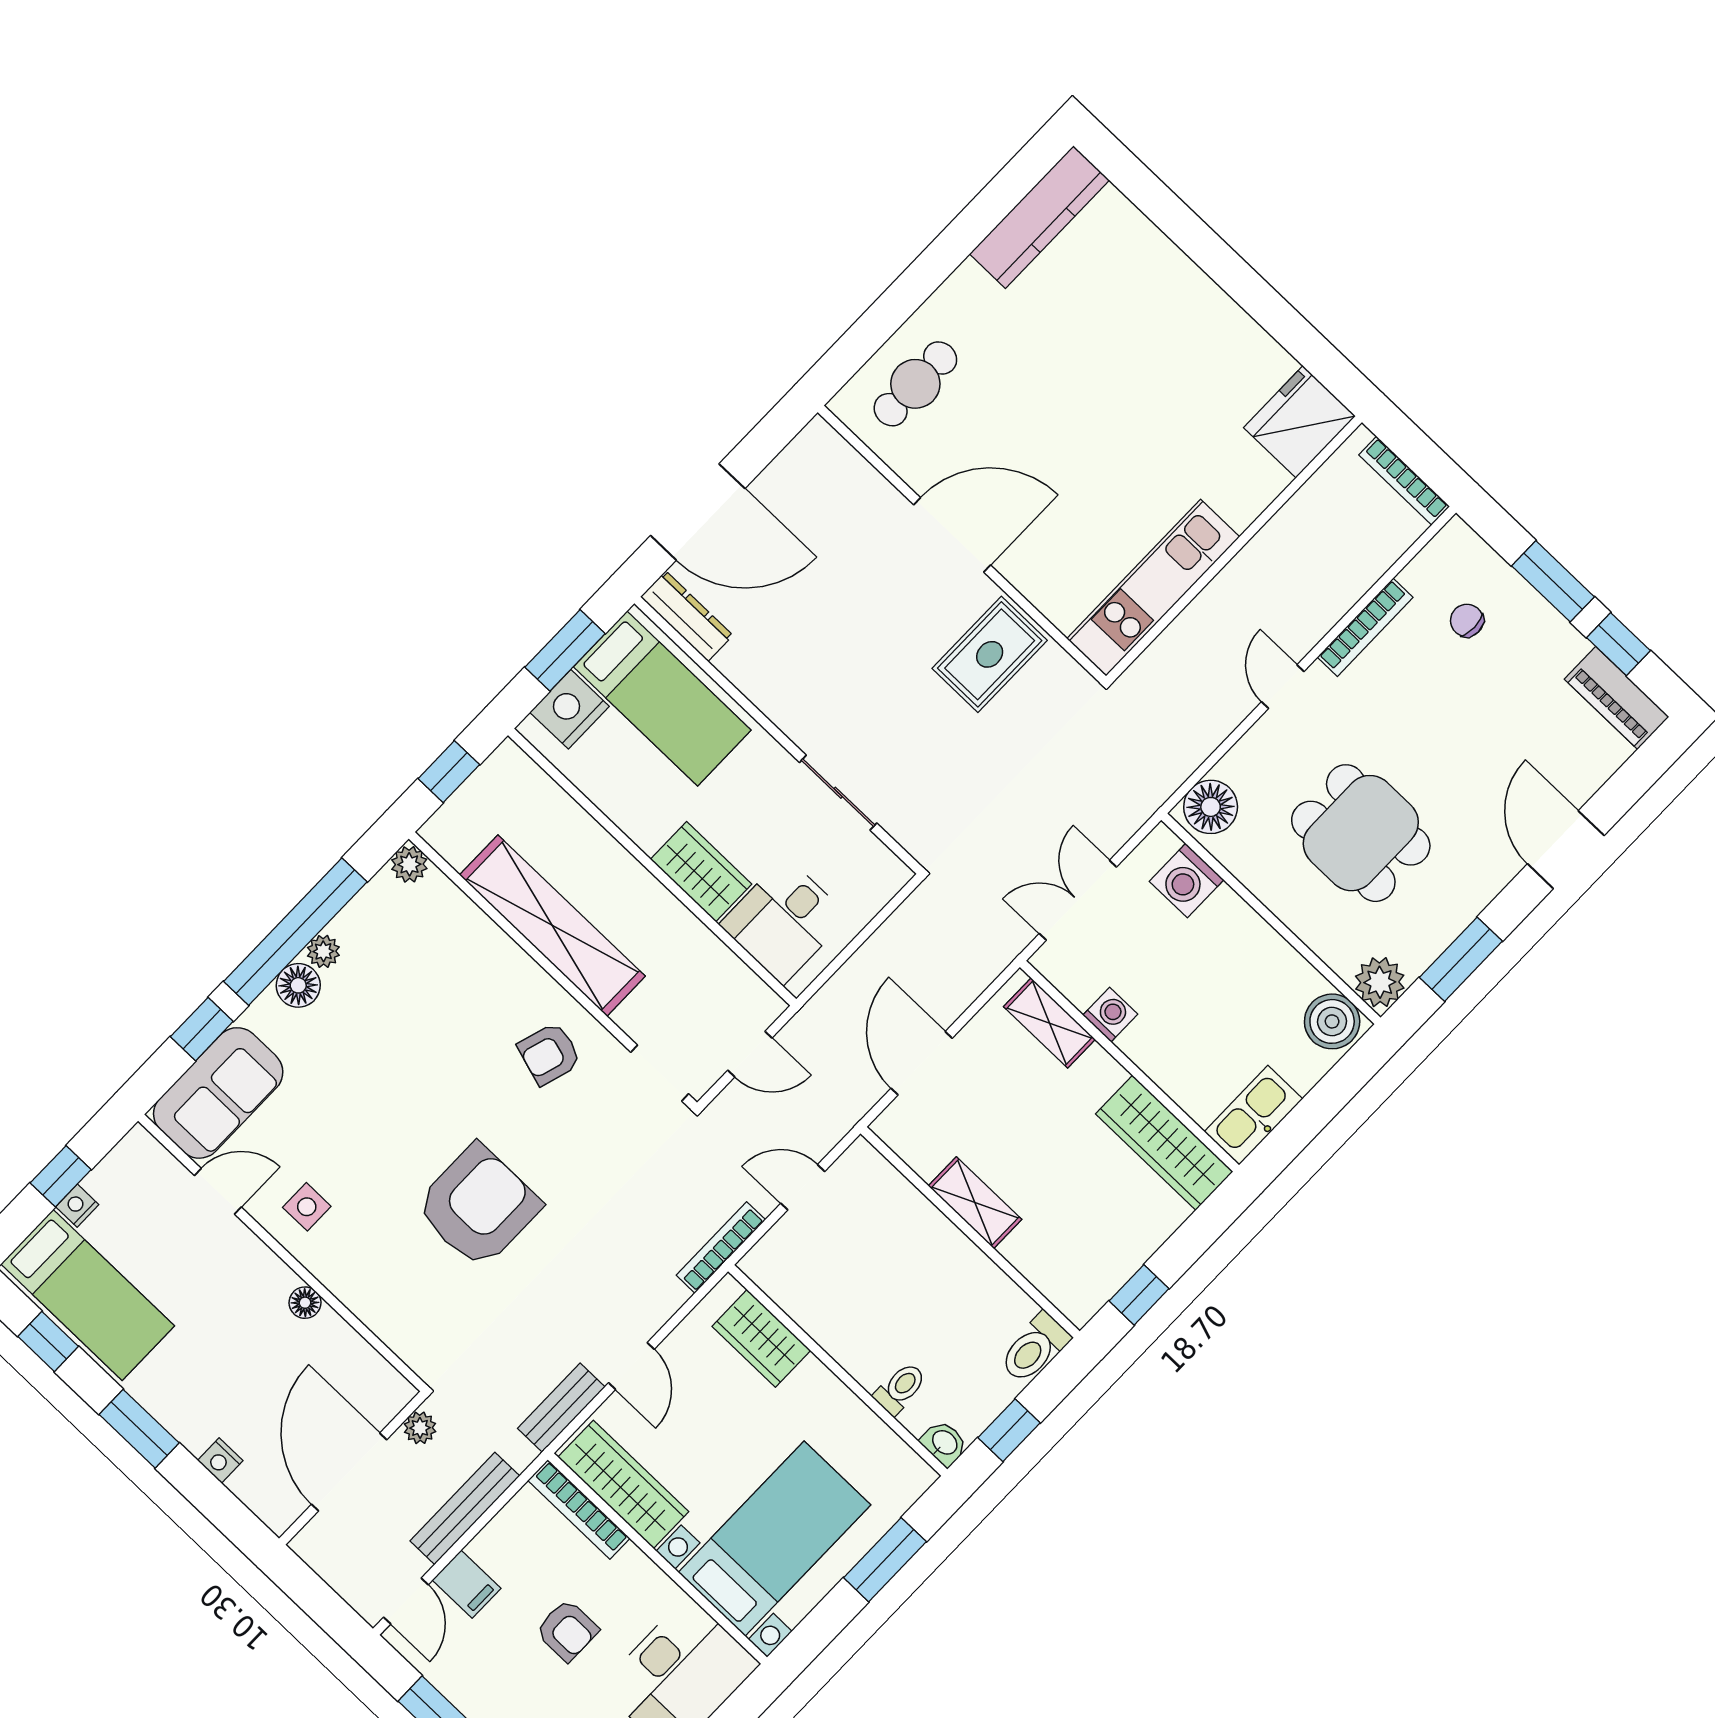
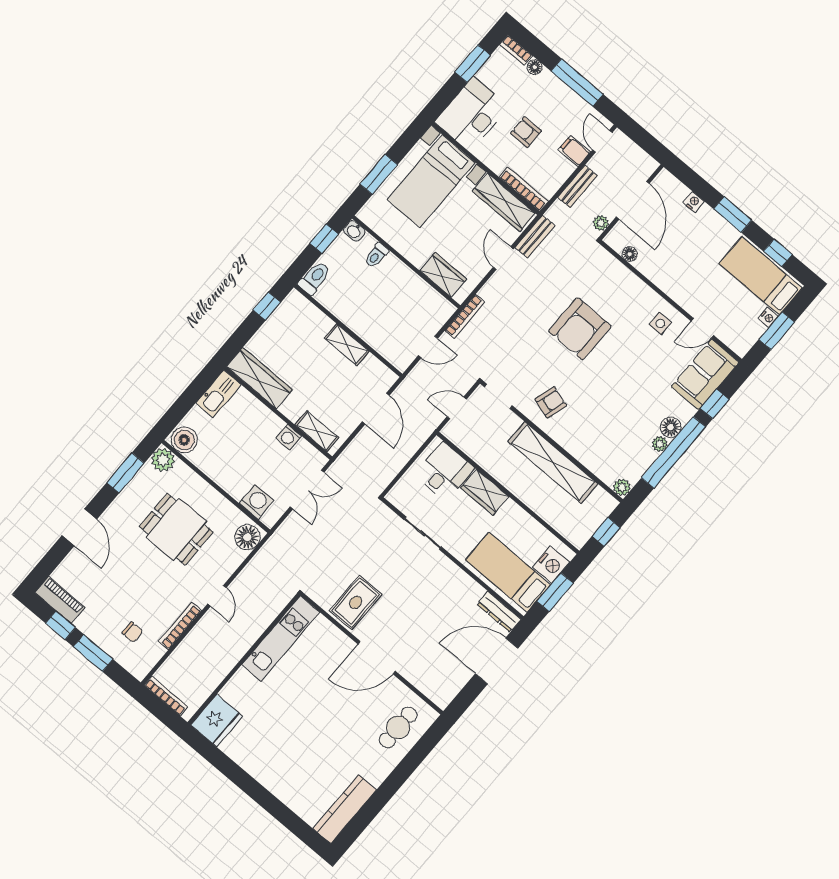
window: (61, 1176) -> (777, 331), width x1.50
floor lamp: (305, 1303) -> (630, 254), moved
bench: (465, 1508) -> (577, 186), width x0.73

